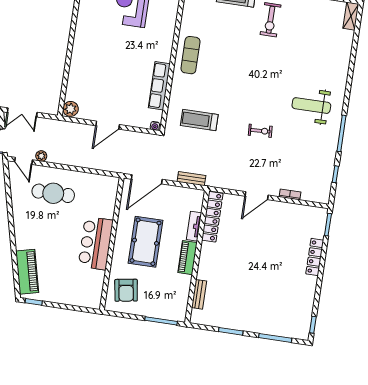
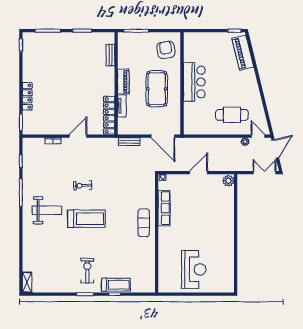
exercise mat: (190, 55) -> (144, 223), moved
treadmill: (199, 120) -> (86, 219), moved, width x1.37, depth x1.38
door: (147, 179) -> (163, 136), swing flipped

